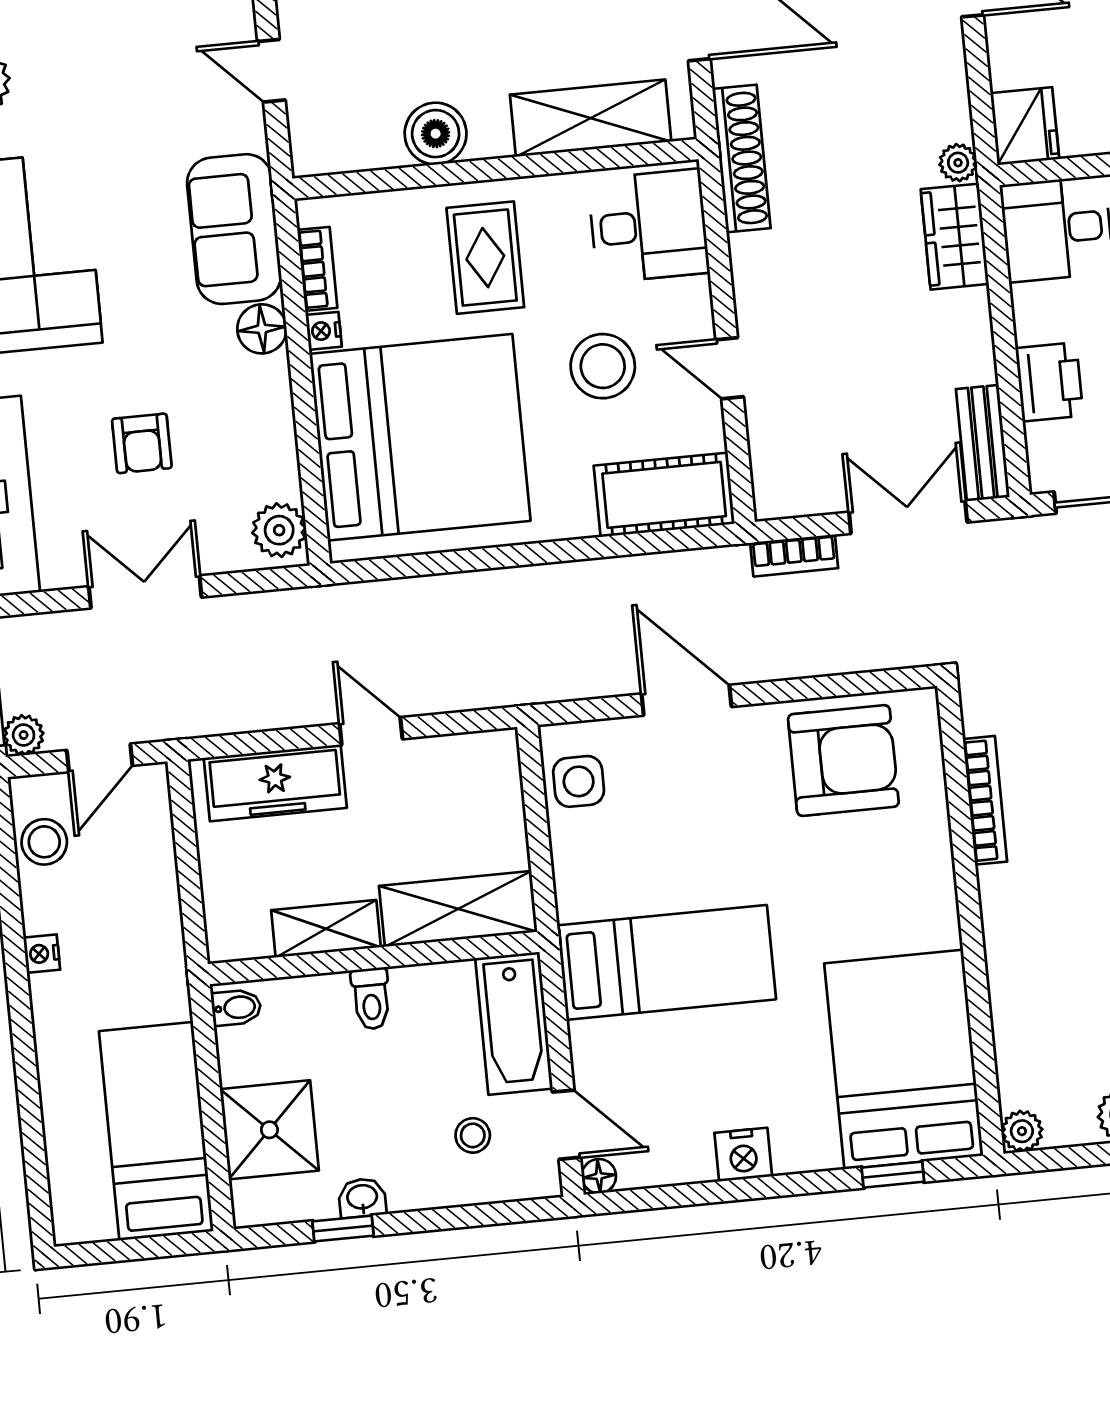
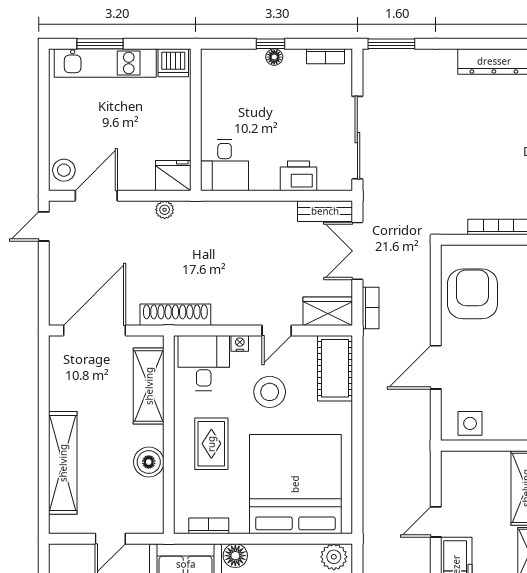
plant: (958, 163) -> (165, 210), moved
wardrobe: (955, 237) -> (328, 311), moved, turned 180
rug: (485, 258) -> (211, 444), turned 90
nightstand: (324, 331) -> (240, 343), moved, turned 180

